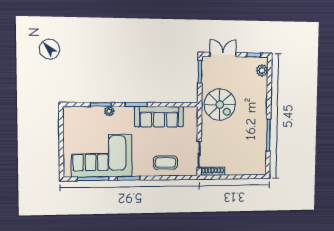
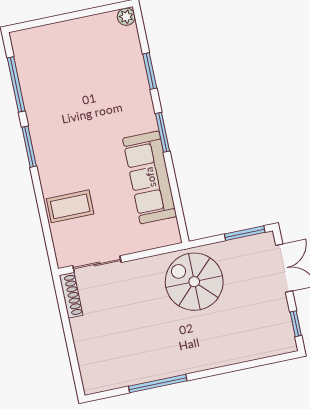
plant: (262, 71) -> (271, 345), removed
spiral stairs: (220, 105) -> (194, 282), turned 90
plant: (109, 111) -> (126, 17), moved
corner sofa: (102, 156) -> (60, 91), removed
coffee table: (165, 163) -> (70, 206), turned 90

